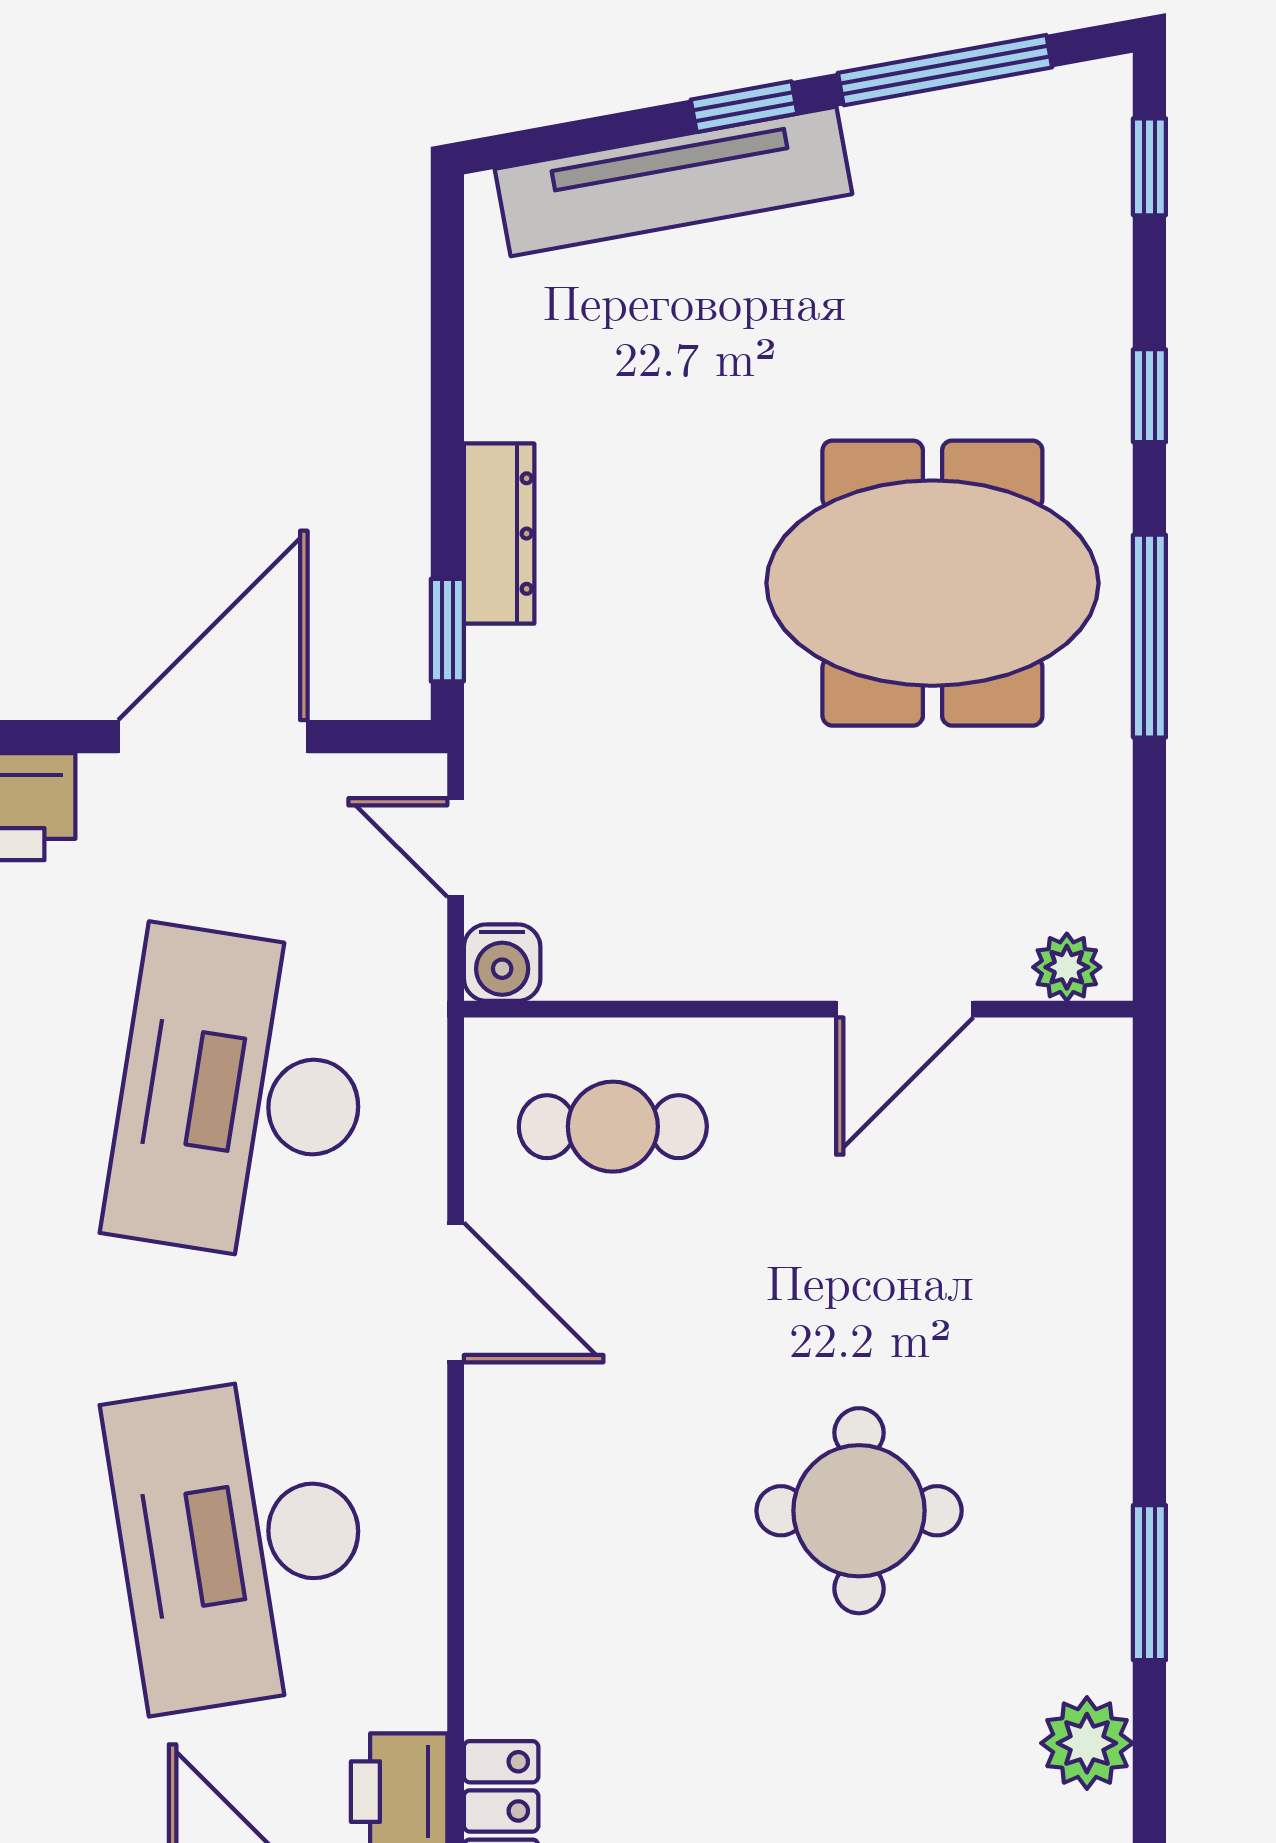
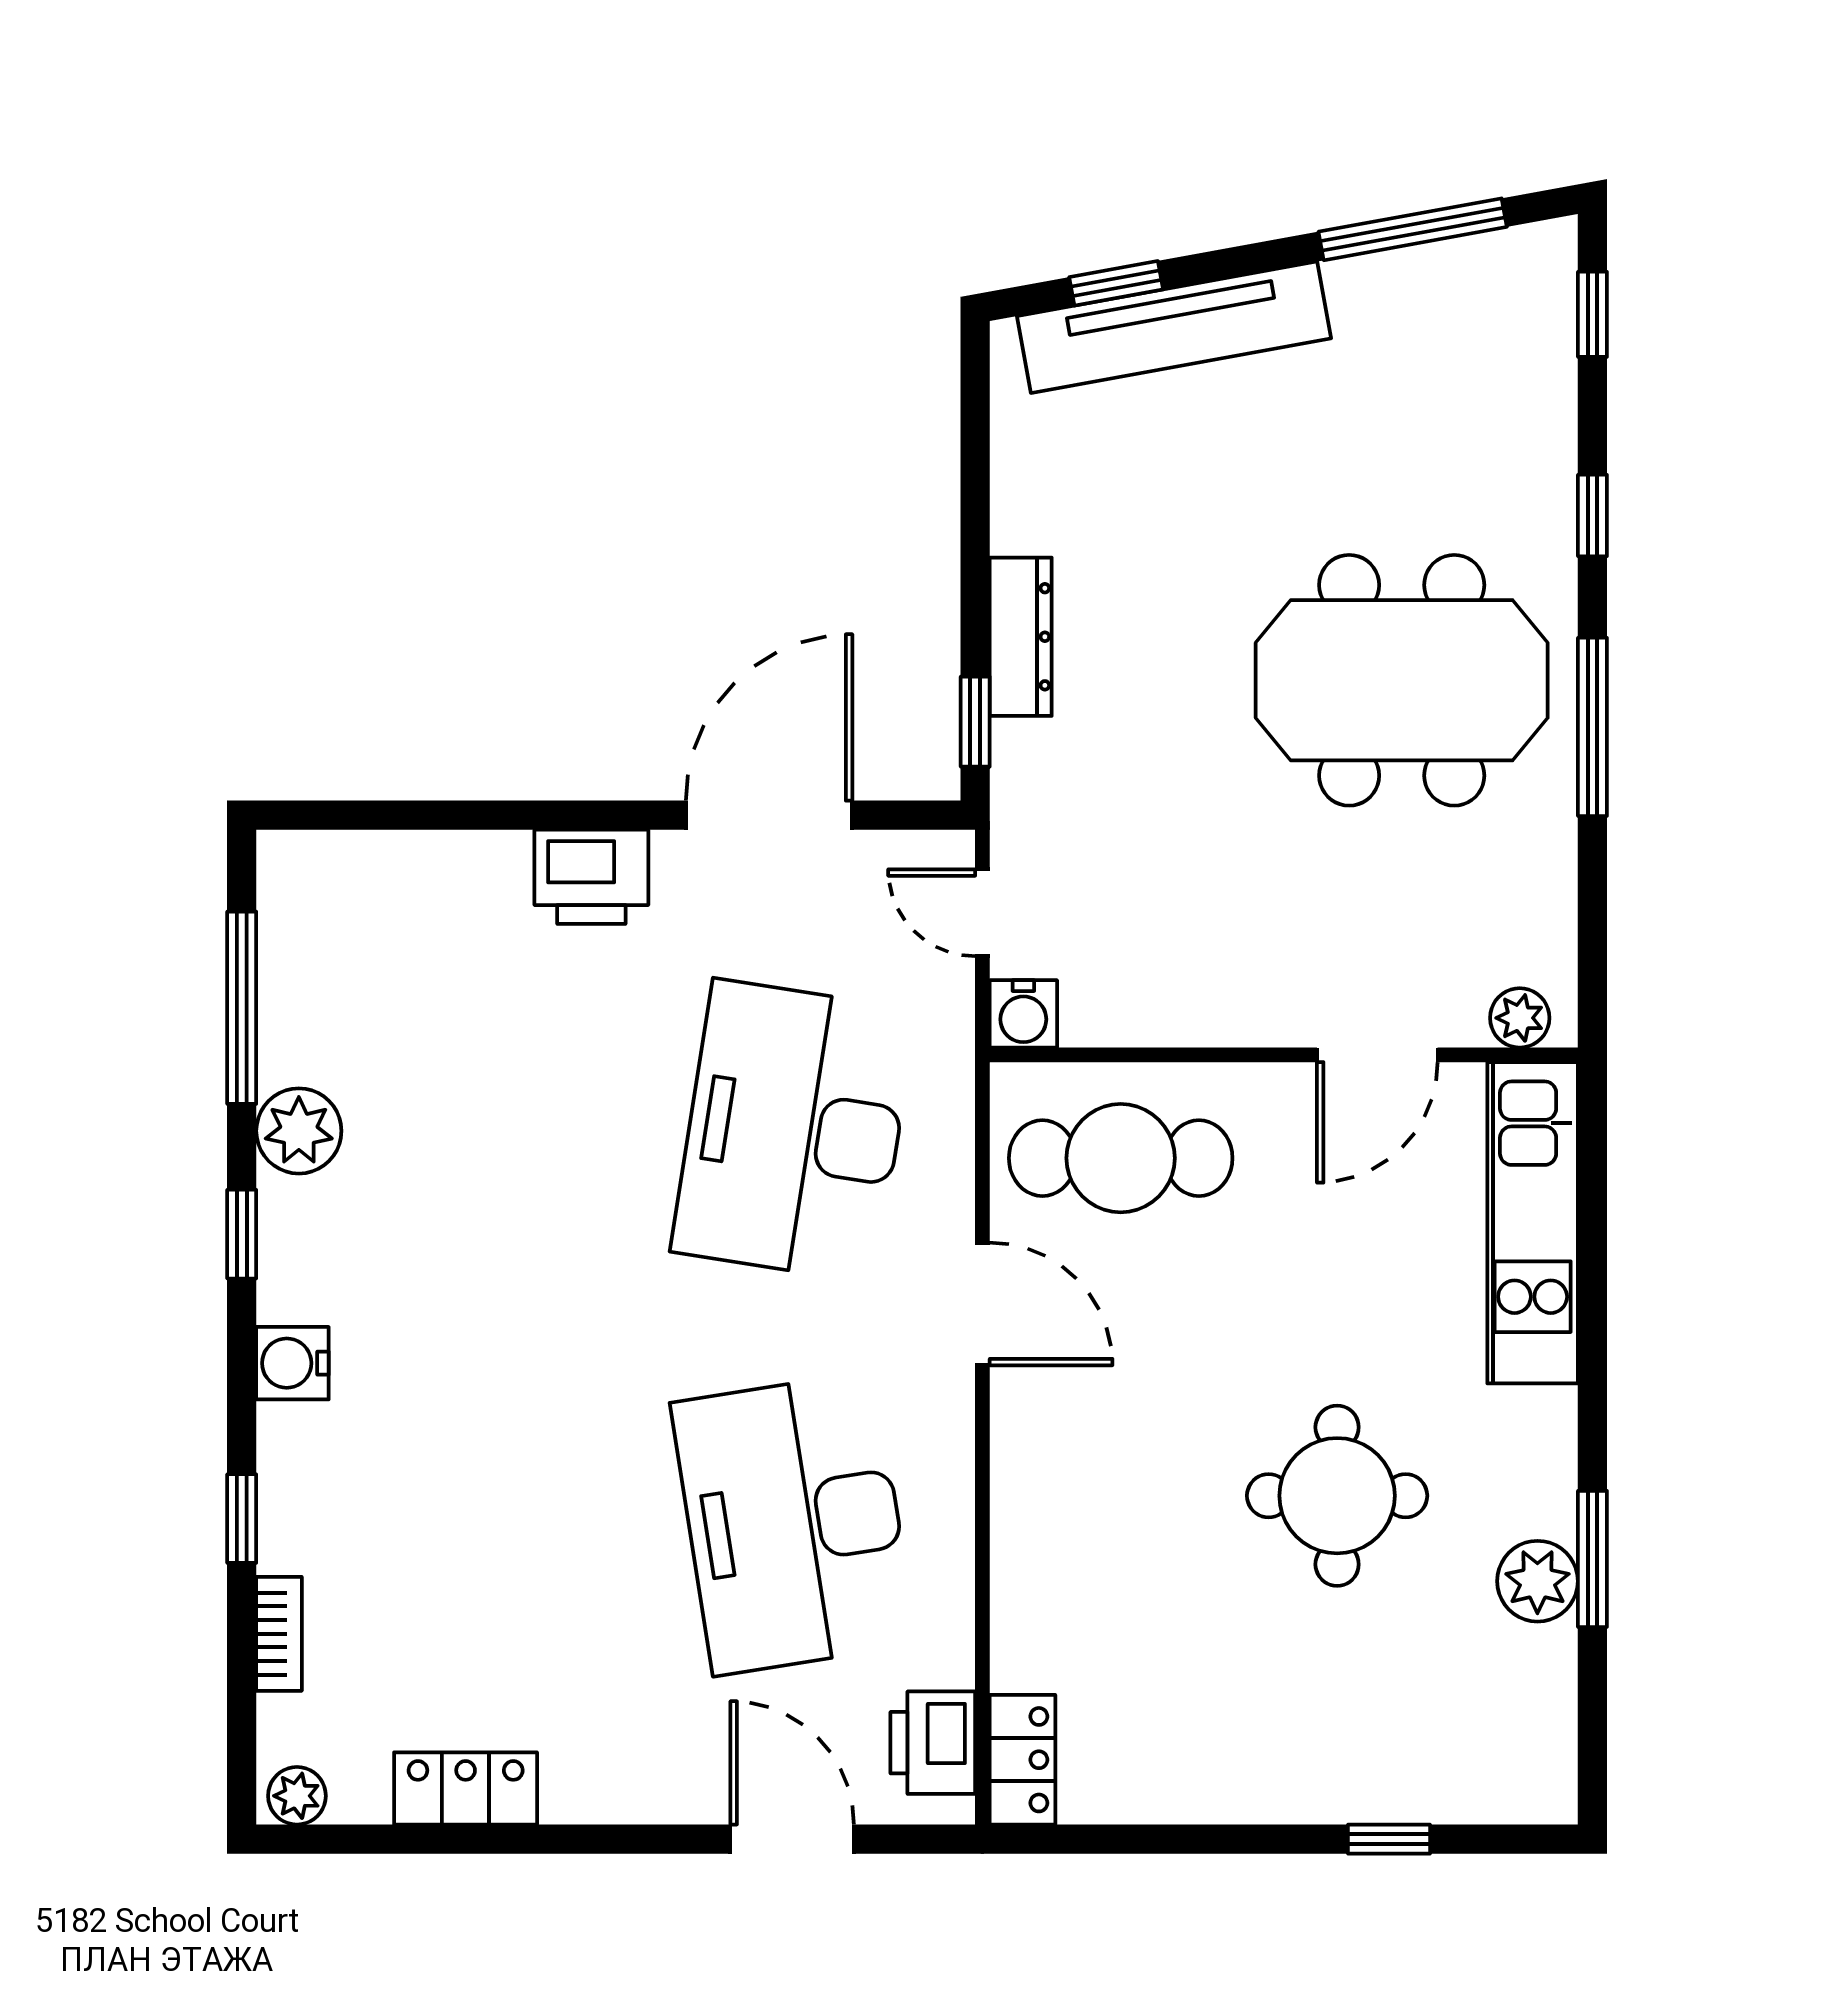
window: (744, 107) -> (1116, 283), moved
cafe table: (613, 1127) -> (1121, 1158), width x1.37, depth x1.35
kitchen unit: (1081, 1200) -> (1533, 1223), added
plant: (1087, 1743) -> (1537, 1581), moved

